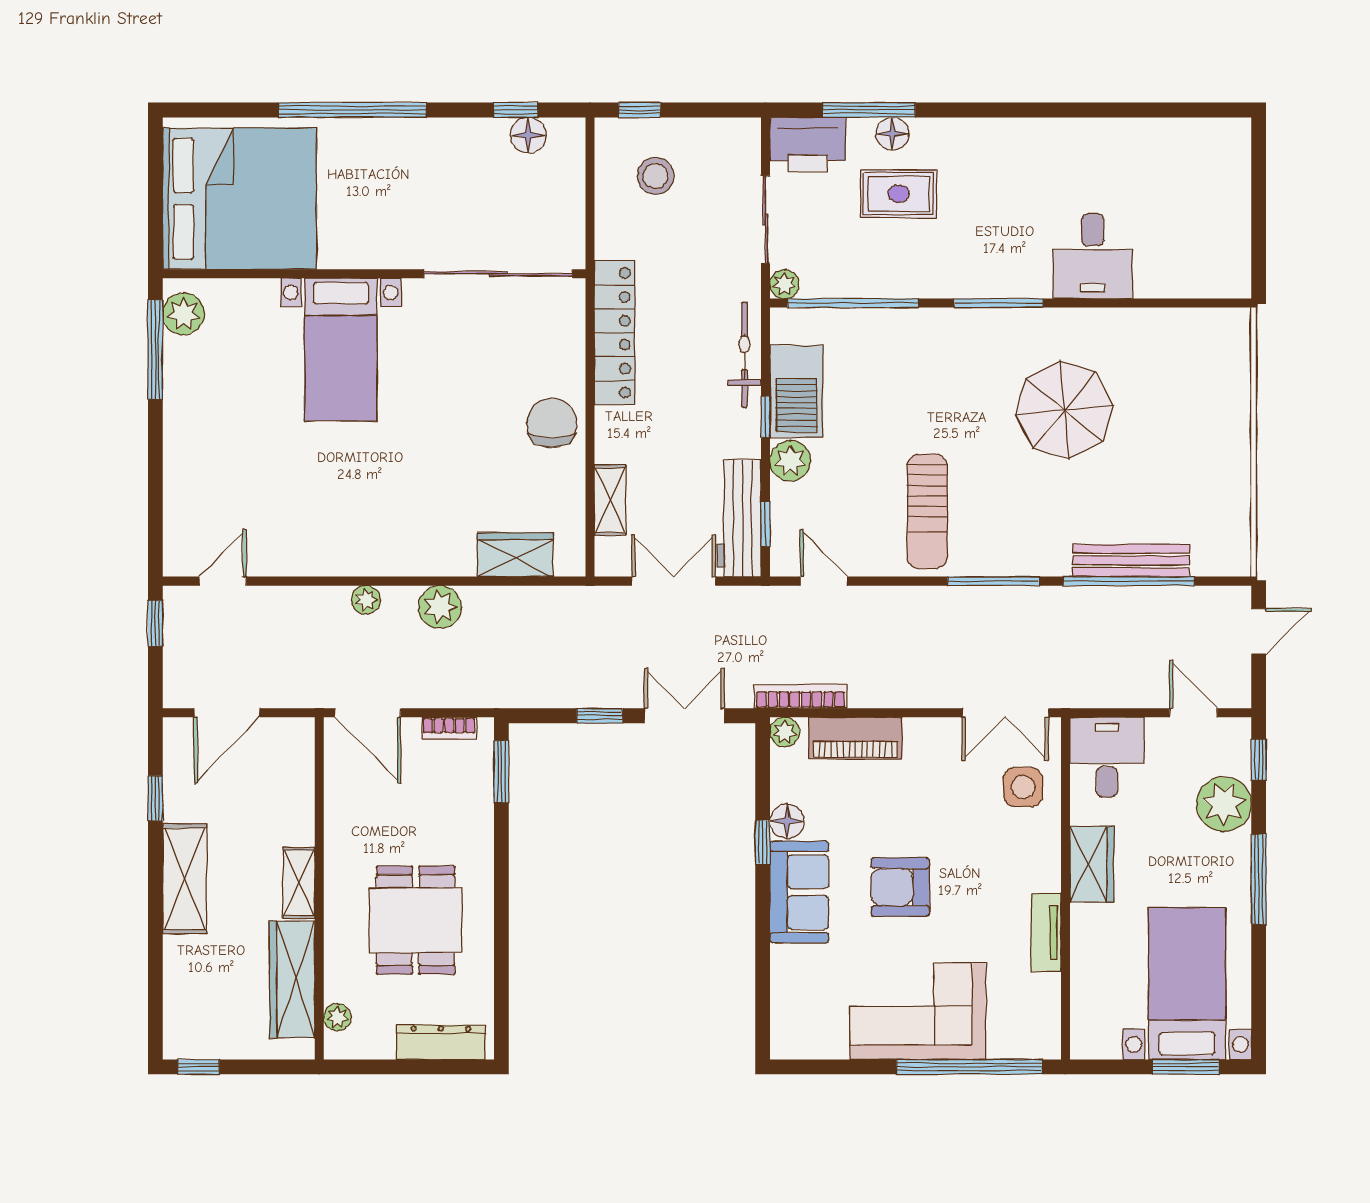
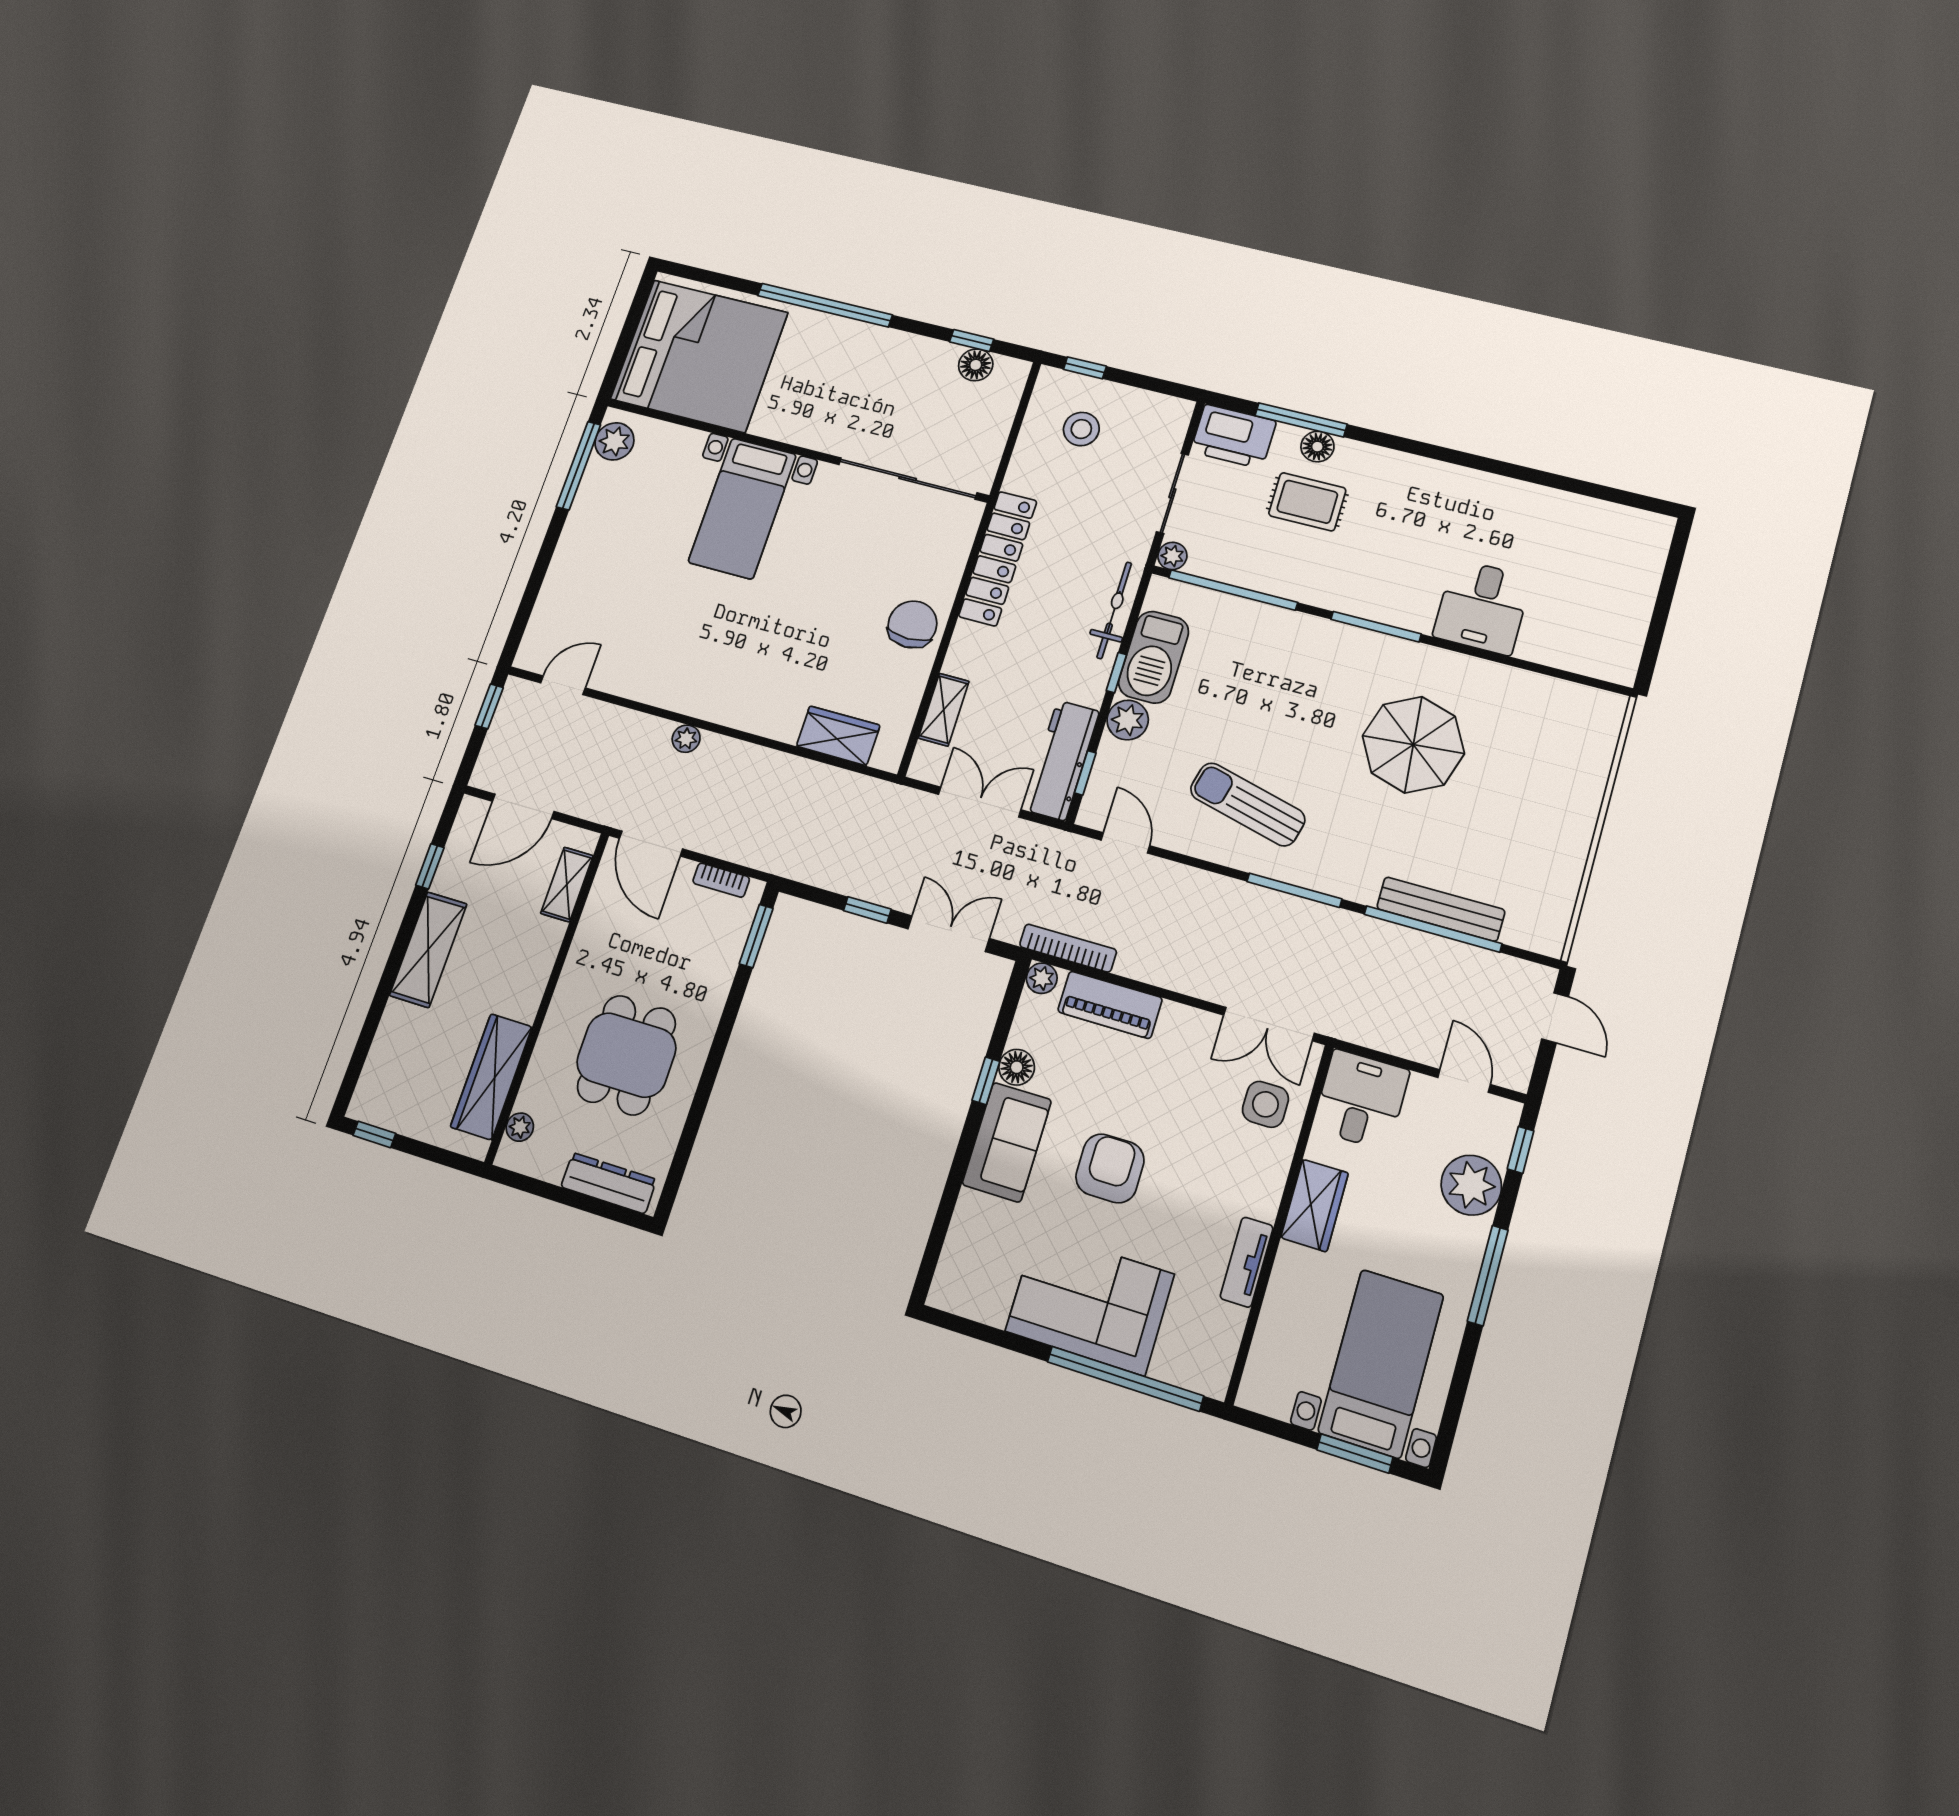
sun lounger: (927, 511) -> (1248, 804), turned 104
plant: (440, 607) -> (752, 764), removed
door: (1259, 631) -> (1555, 1018), hinge flipped
shelving: (299, 883) -> (567, 884), moved
armchair: (900, 887) -> (1110, 1168), turned 90

